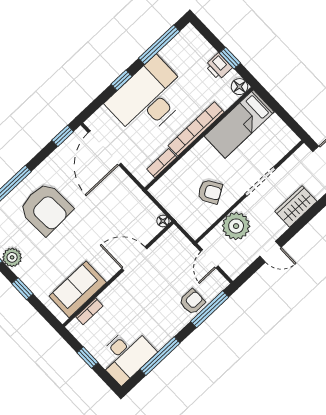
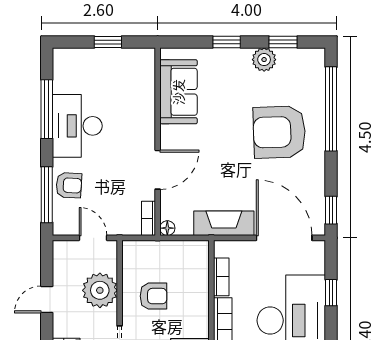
window: (121, 80) -> (331, 293), moved
fireplace: (129, 191) -> (224, 223), added
armchair: (210, 192) -> (154, 296), turned -149
armchair: (192, 302) -> (69, 185), turned -87
bookcase: (89, 311) -> (148, 218), moved
desk: (126, 355) -> (77, 126), moved

